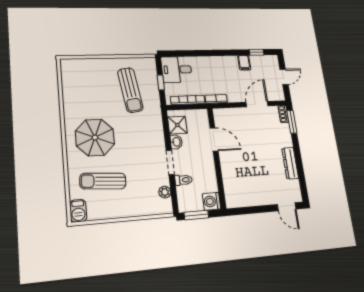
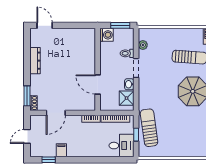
sun lounger: (130, 90) -> (149, 128), moved

